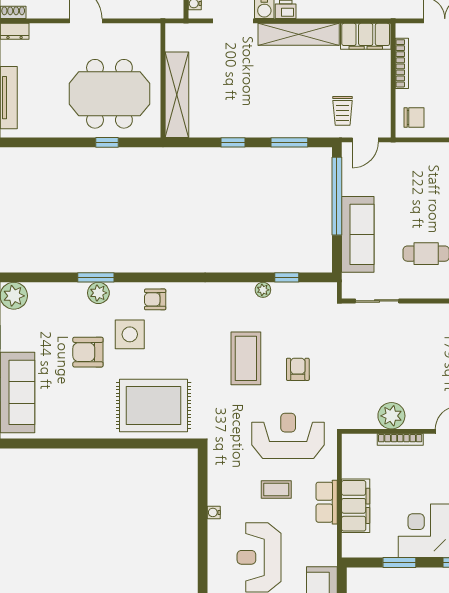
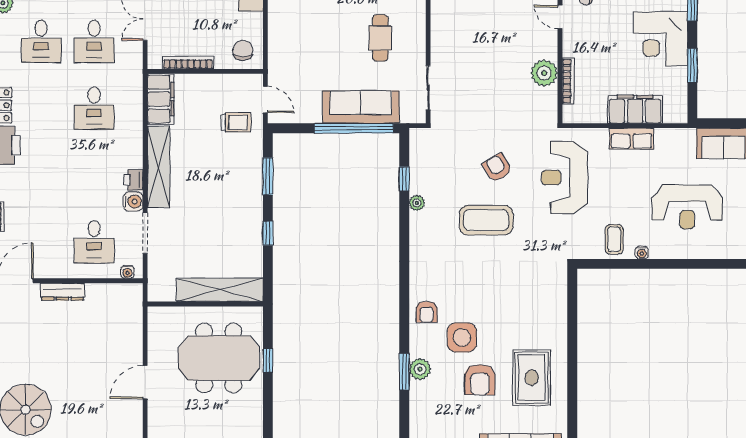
meeting table: (109, 94) -> (219, 358), turned 90
window: (337, 196) -> (354, 128), moved
armchair: (298, 369) -> (497, 168), turned 59
rug: (154, 405) -> (532, 378), moved, width x0.73, depth x0.69
bookcase: (400, 440) -> (568, 81), moved
coffee table: (276, 490) -> (614, 239), moved

